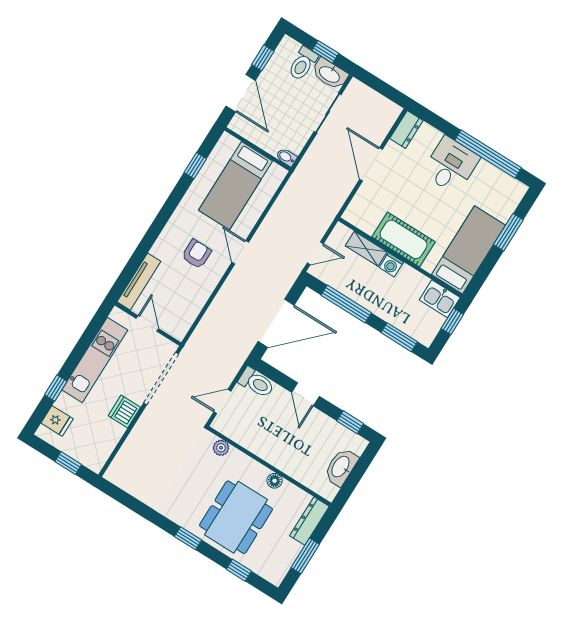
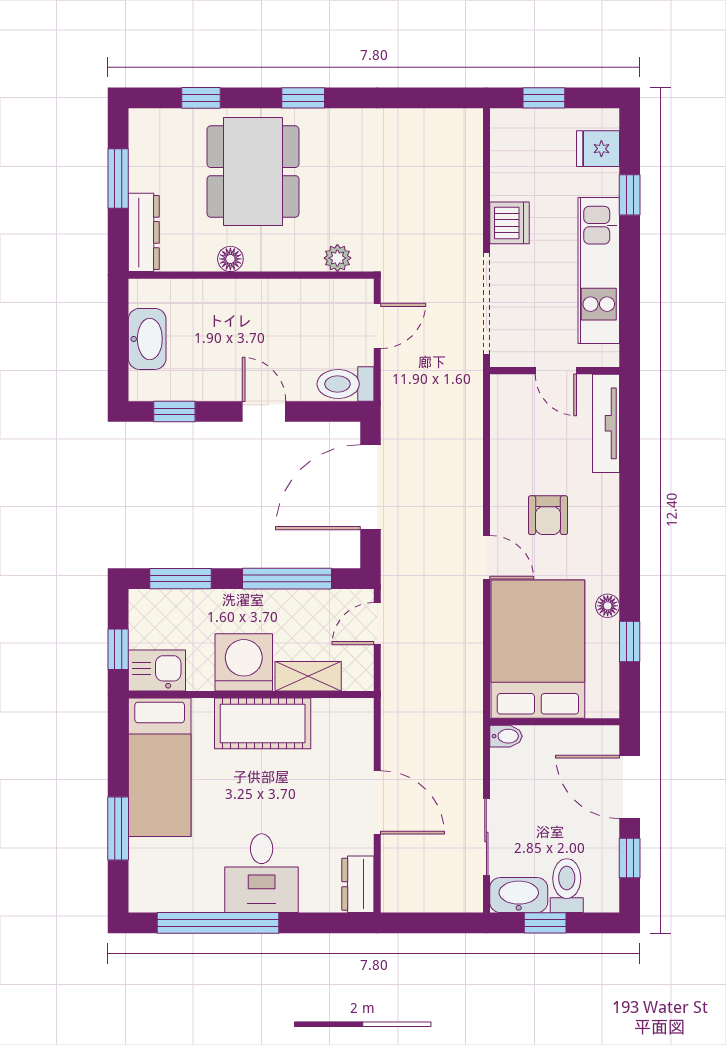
bed: (236, 186) -> (538, 649), width x1.50
floor lamp: (195, 190) -> (608, 606), added
washing machine: (391, 265) -> (244, 662), width x1.89, depth x1.89

